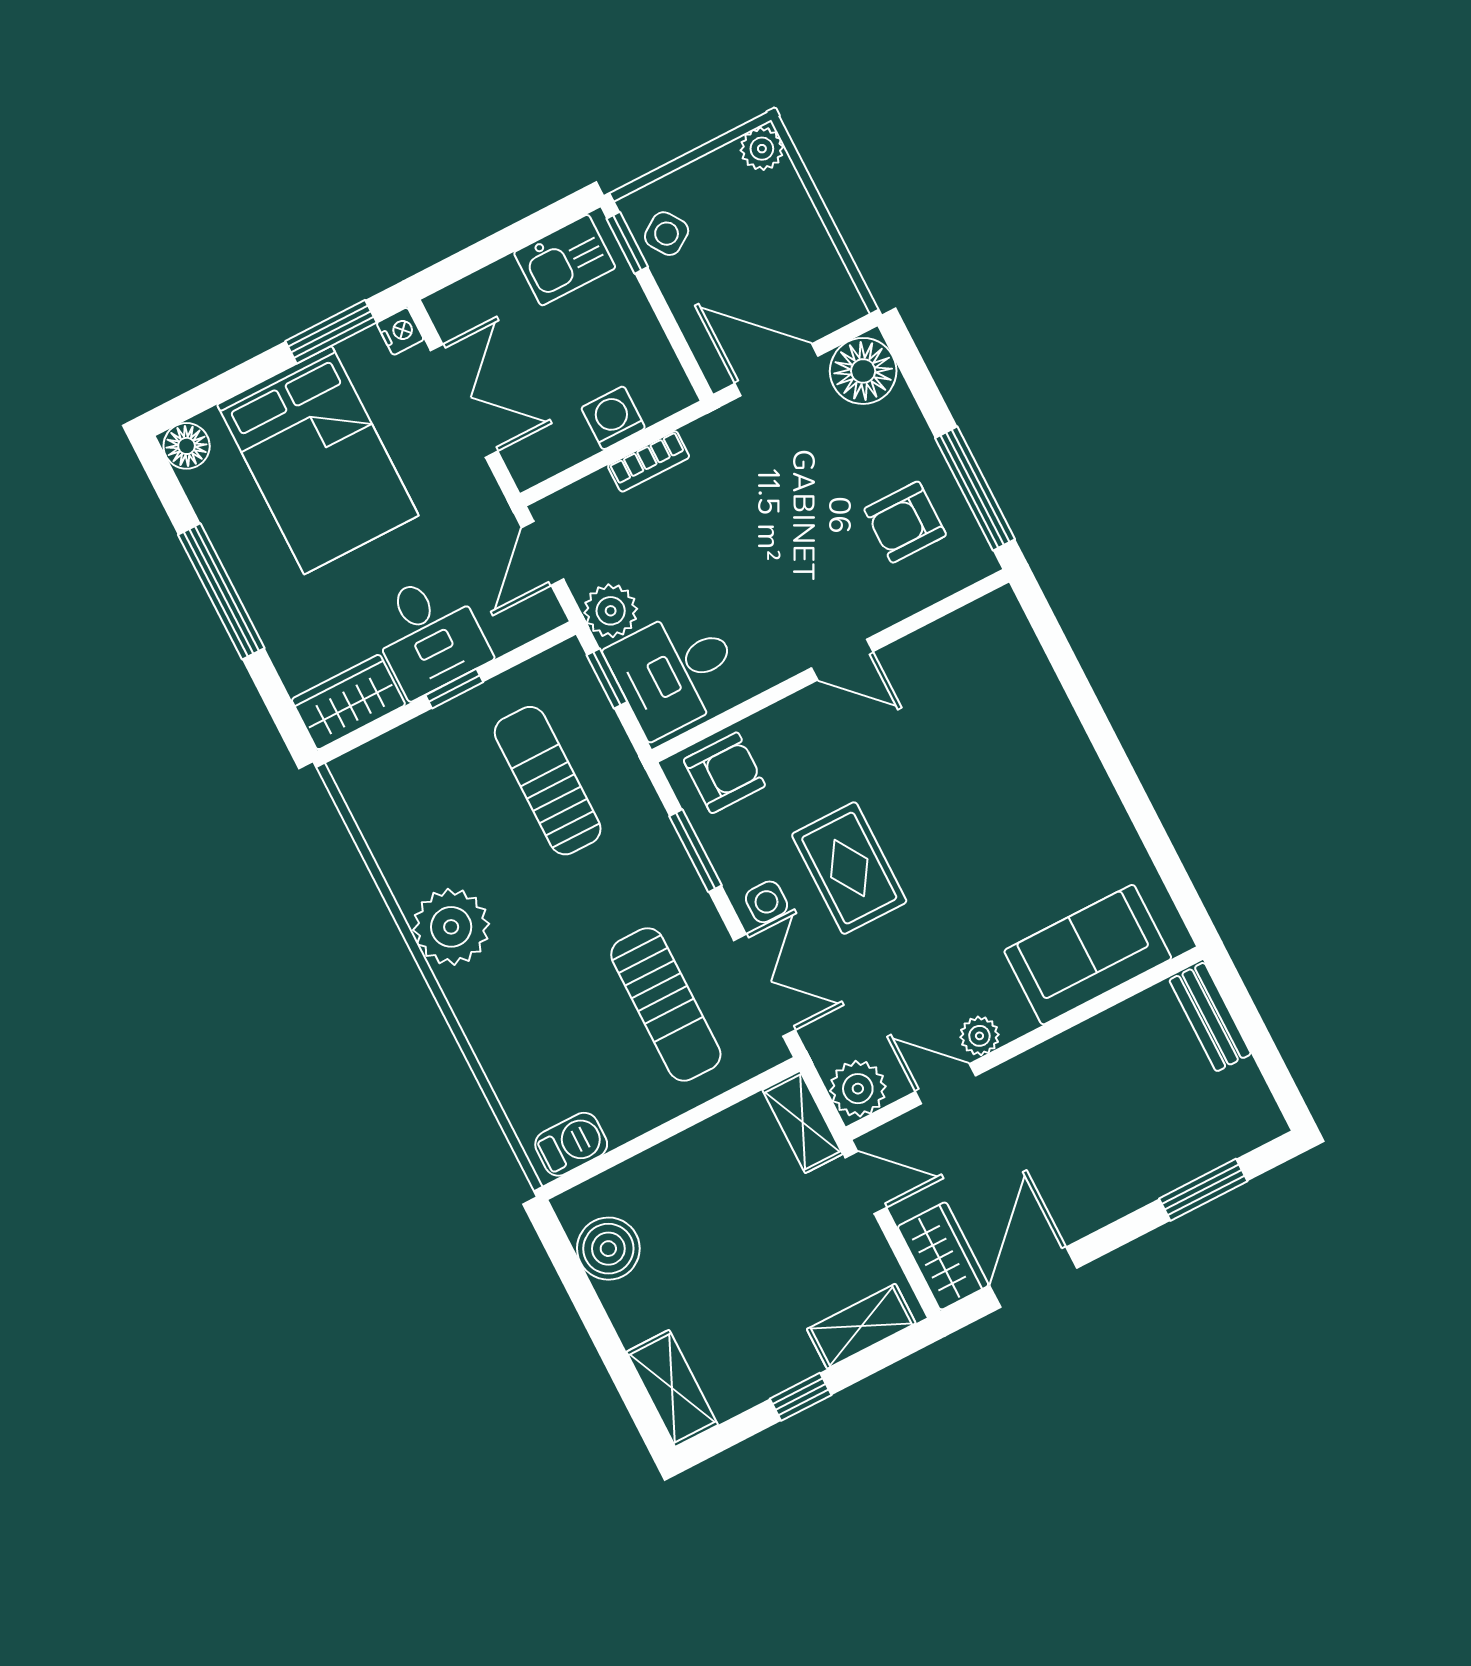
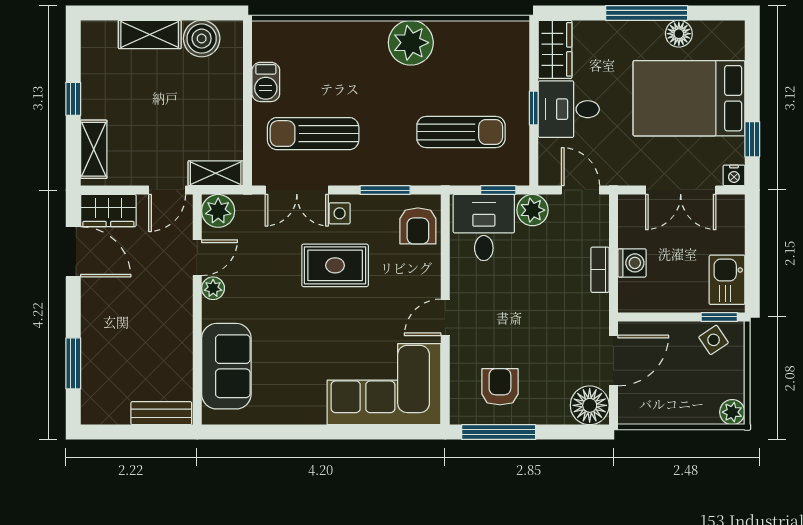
window: (331, 332) -> (752, 139), width x0.67
floor lamp: (187, 446) -> (679, 34), moved
corner sofa: (992, 701) -> (384, 384), added
barbecue: (571, 1144) -> (266, 82), moved
shelving: (672, 1388) -> (150, 34), moved

